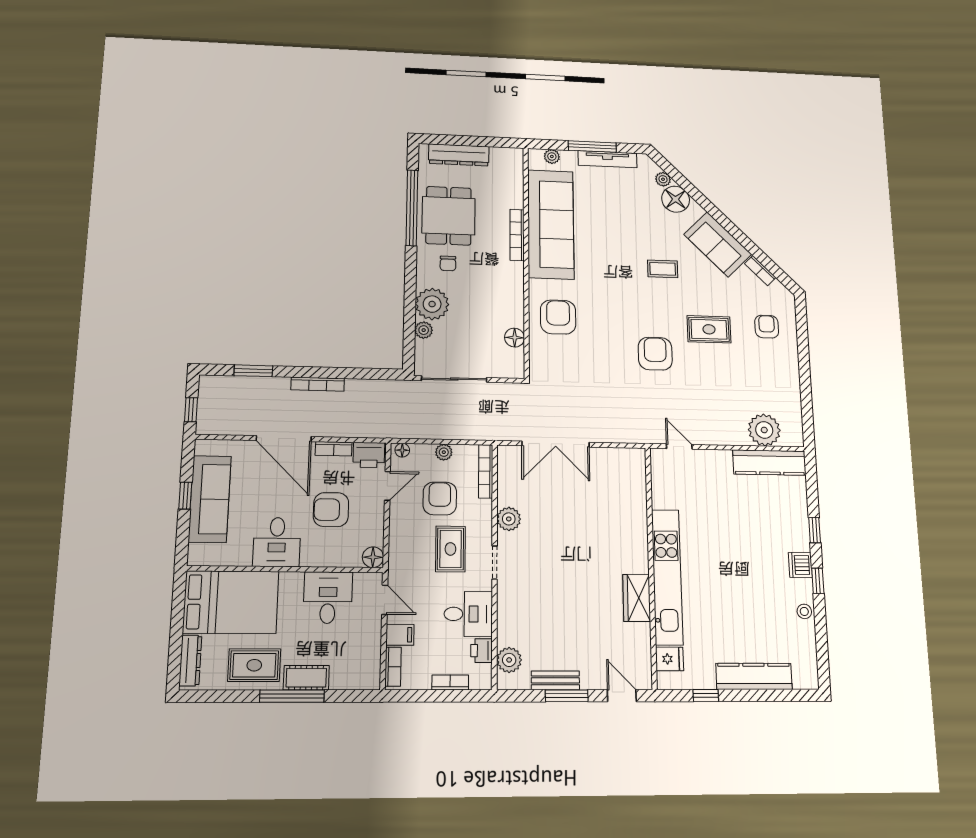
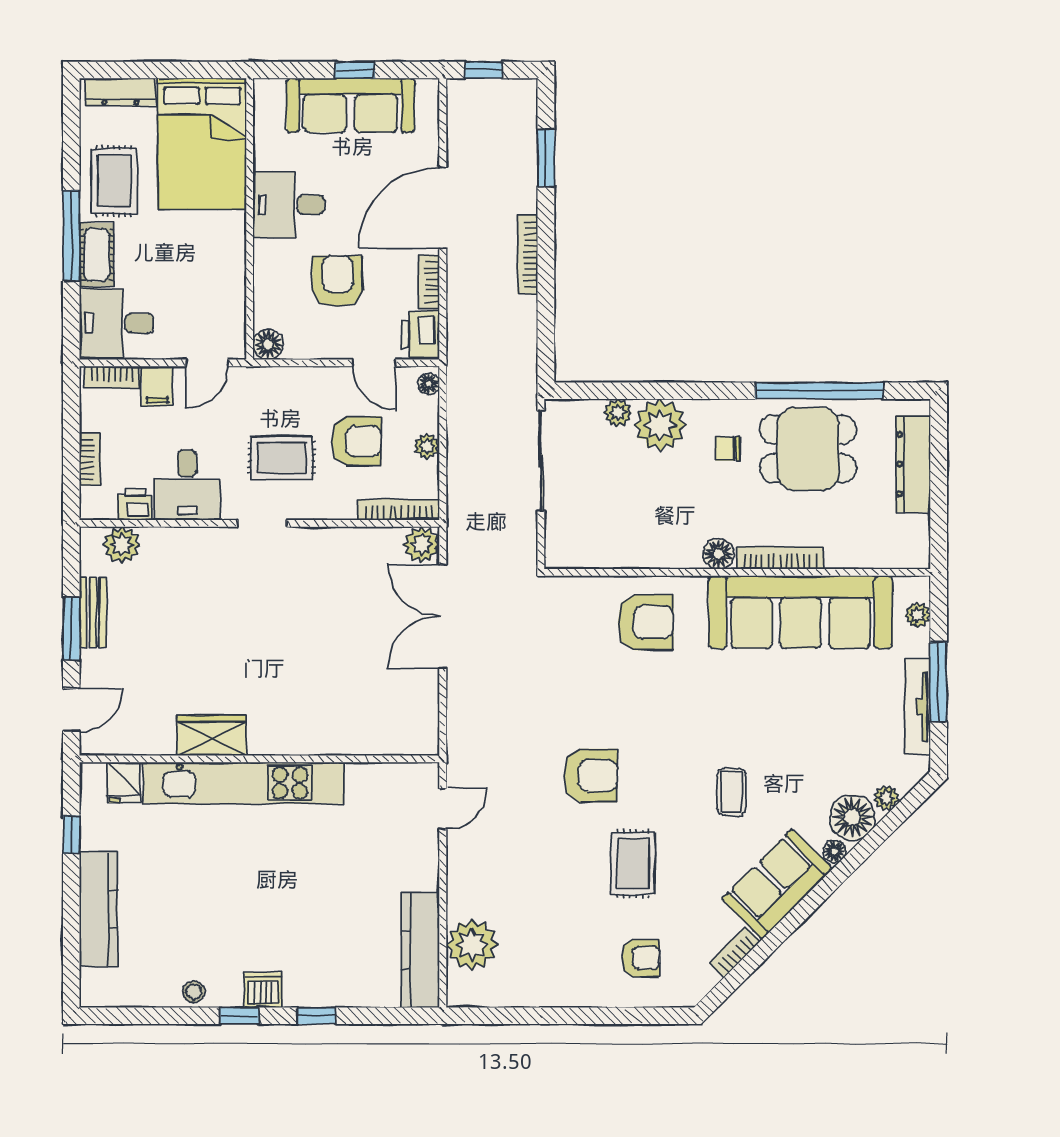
floor lamp: (697, 210) -> (835, 851), added
floor lamp: (515, 338) -> (719, 554), moved
plant: (509, 519) -> (422, 544), moved
desk: (328, 598) -> (116, 323), moved, turned 180

